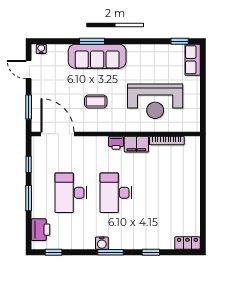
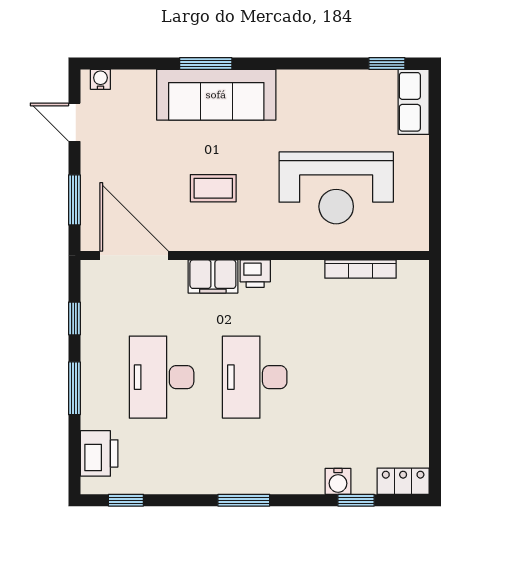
filing cabinet: (136, 144) -> (213, 276), moved
water cooler: (102, 243) -> (338, 481), moved
window: (151, 252) -> (356, 500), moved

